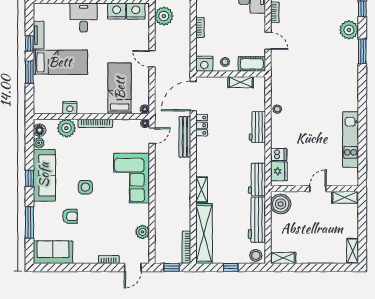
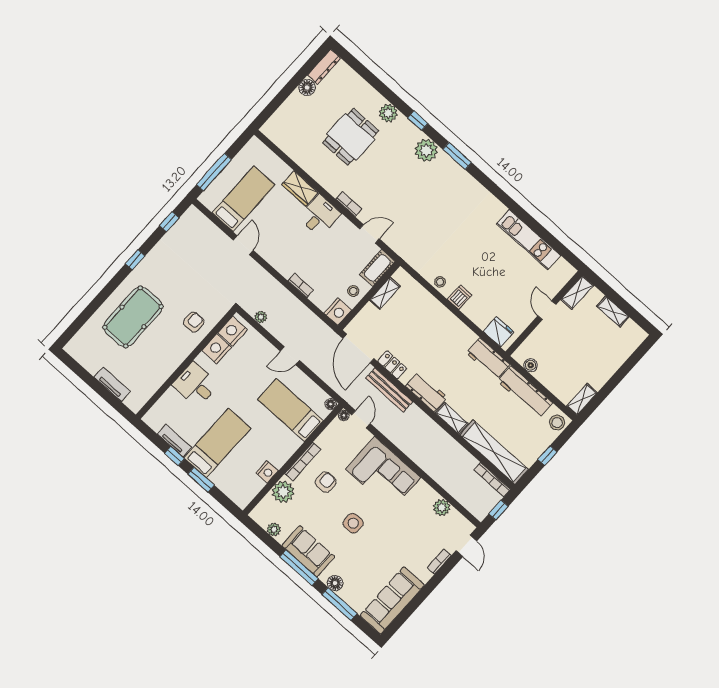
plant: (164, 16) -> (261, 317), width x0.53, depth x0.53
workbench: (257, 127) -> (426, 392), moved, turned 180
floor lamp: (40, 130) -> (335, 583), moved
dishwasher: (279, 154) -> (460, 297), moved
sofa: (44, 175) -> (308, 551), width x0.73
window: (29, 178) -> (299, 568), width x2.17
boiler: (281, 204) -> (531, 365), width x0.54, depth x0.54
armchair: (70, 216) -> (326, 482), moved
shelving: (353, 251) -> (613, 312), moved
sofa: (53, 252) -> (392, 600), width x1.36

